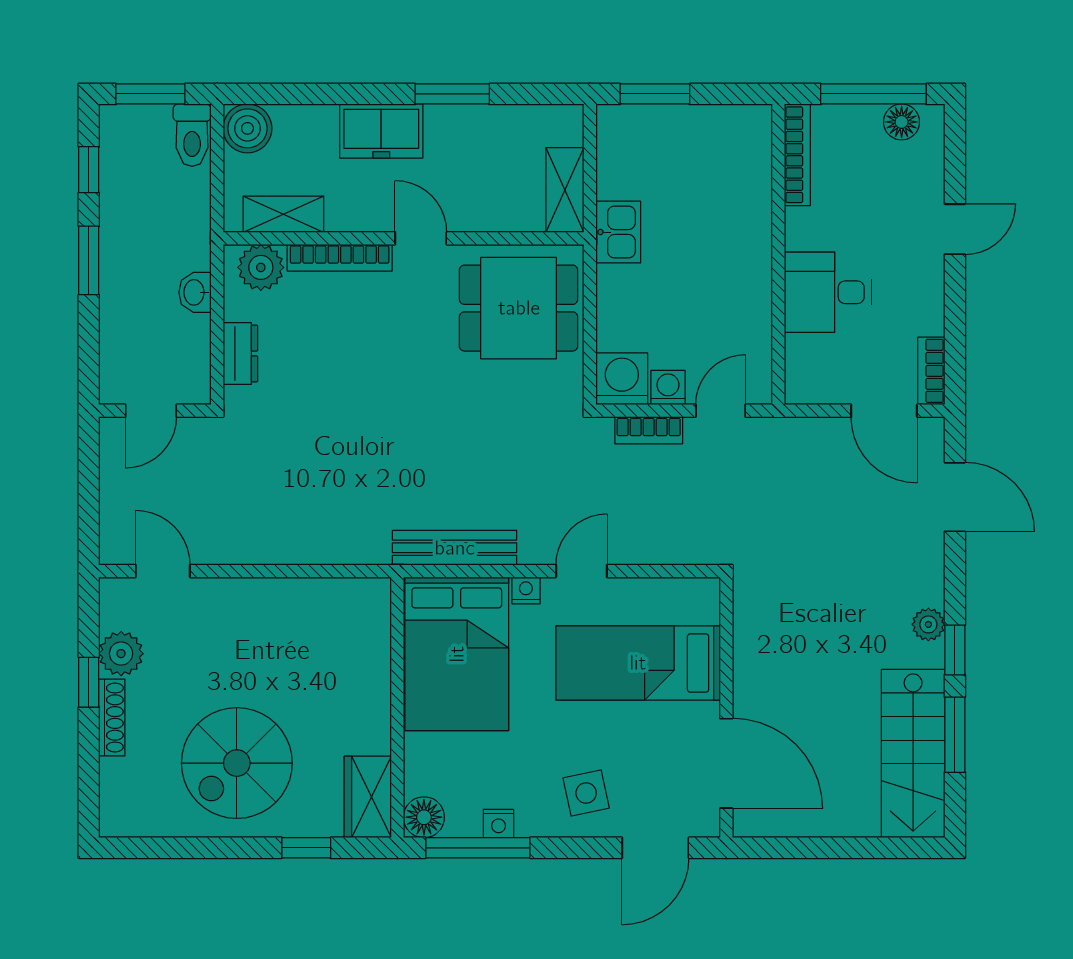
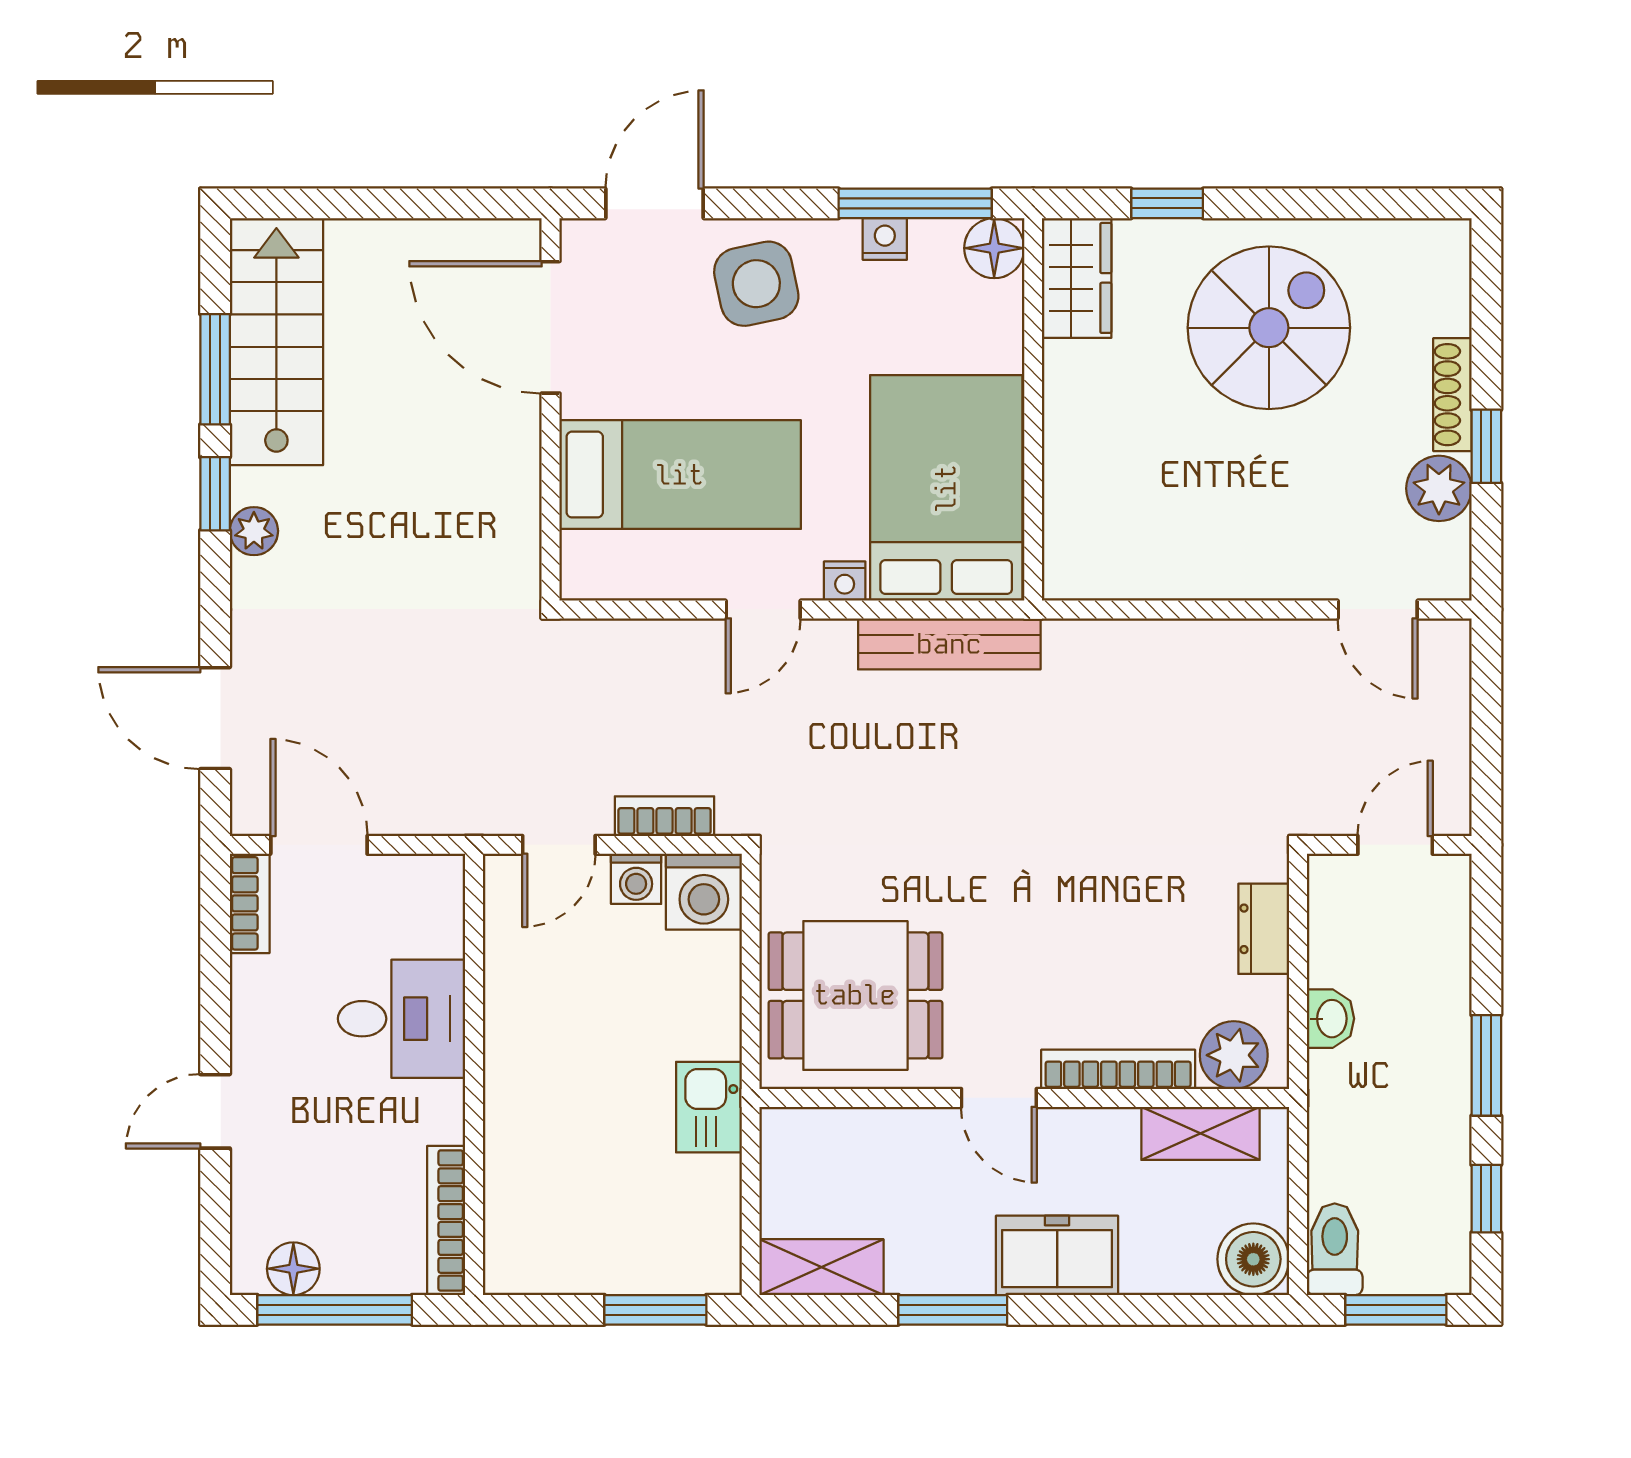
shelving: (565, 190) -> (822, 1267), moved, turned 90
side table: (586, 793) -> (756, 284), width x1.37, depth x1.37

